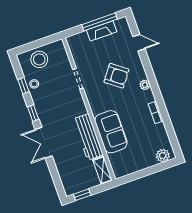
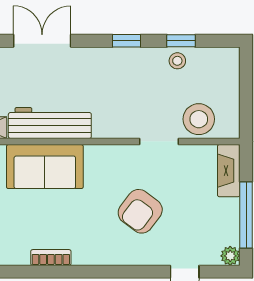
fireplace: (102, 31) -> (229, 171), moved
stool: (39, 59) -> (199, 119), moved
plant: (145, 85) -> (230, 256), moved
double door: (44, 143) -> (42, 41), moved

